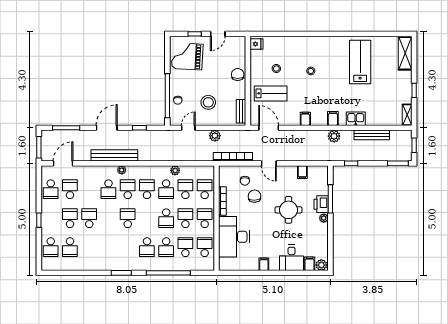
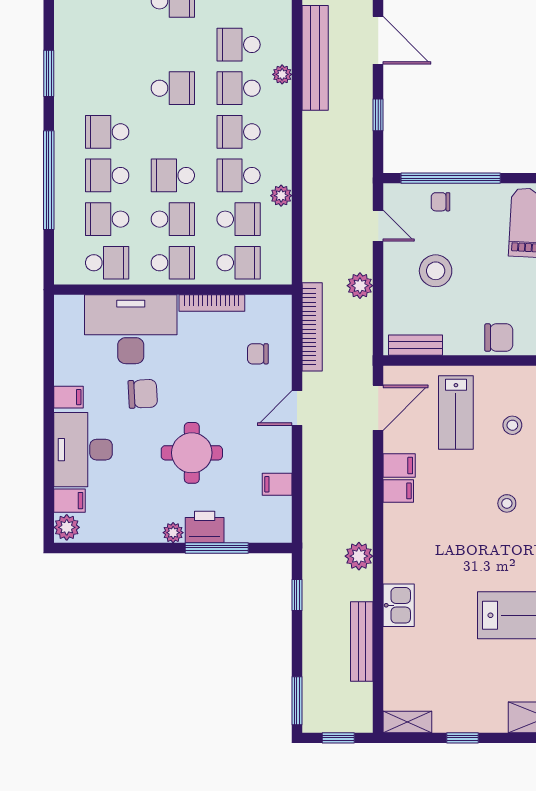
filing cabinet: (333, 118) -> (399, 466), moved
school desk: (128, 189) -> (239, 88), turned 180
school desk: (147, 189) -> (239, 132), turned 180
chair: (255, 196) -> (143, 394), moved
school desk: (185, 247) -> (107, 219), turned 180
desk: (292, 258) -> (83, 450), width x1.37

